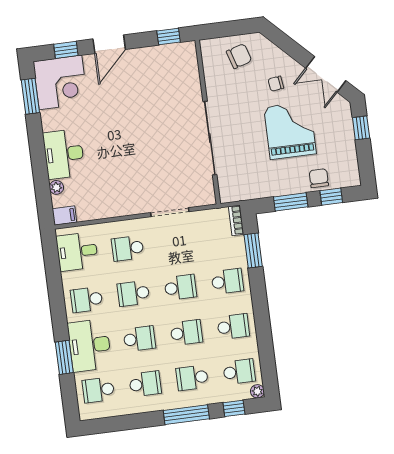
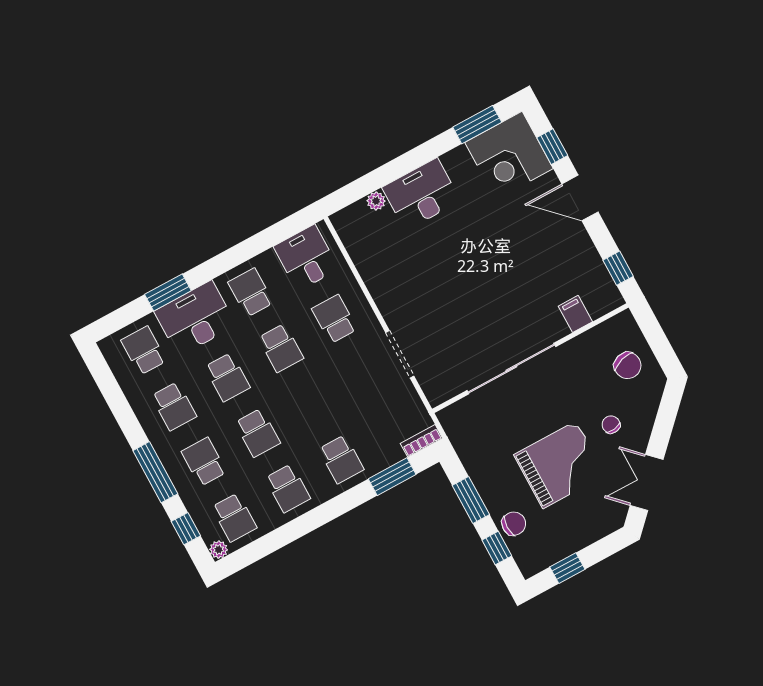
window: (361, 128) -> (567, 568), moved
filing cabinet: (64, 216) -> (575, 314), moved, turned 180
school desk: (180, 287) -> (311, 404), removed
school desk: (133, 293) -> (281, 348), turned 180

